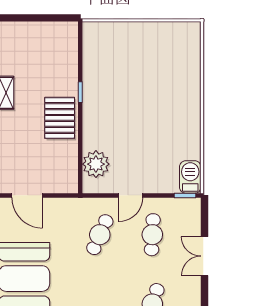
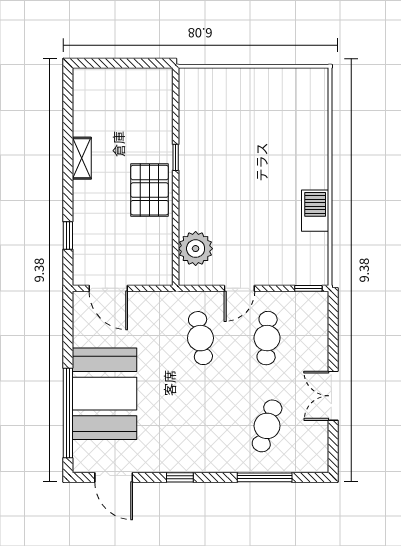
barbecue: (190, 177) -> (315, 211), moved
cafe table: (100, 235) -> (200, 338), turned -33
double door: (204, 256) -> (333, 396), moved

